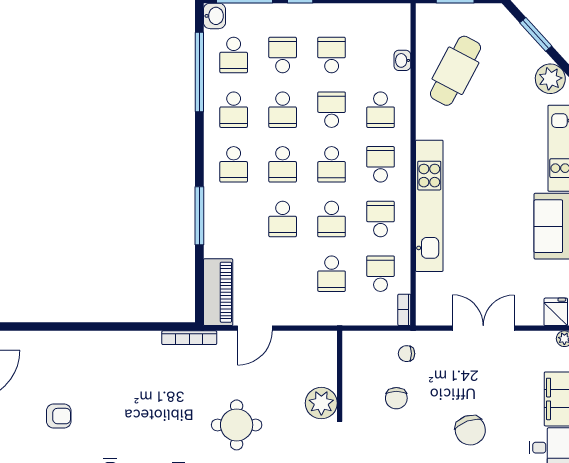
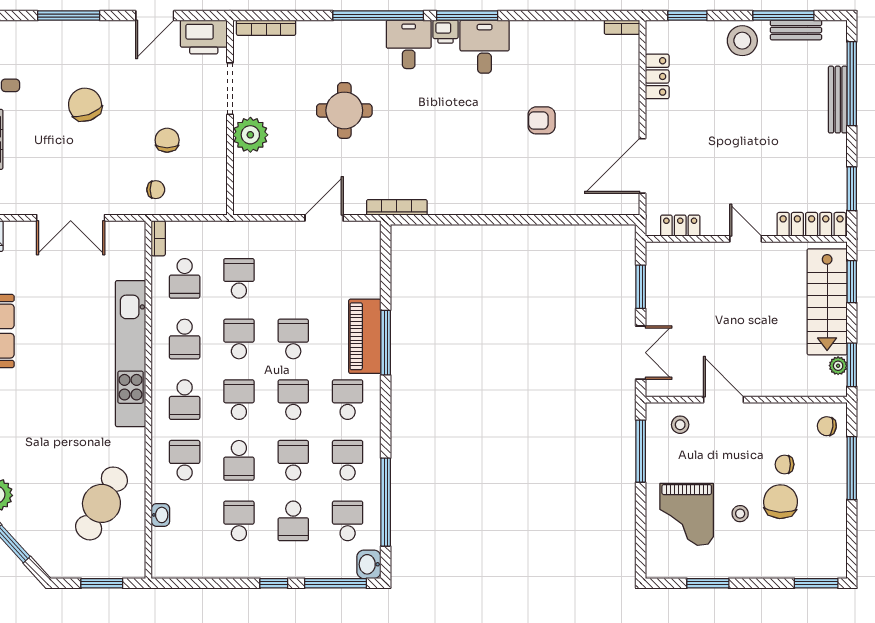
school desk: (332, 55) -> (239, 521), turned 180
piano: (218, 292) -> (365, 336), moved

